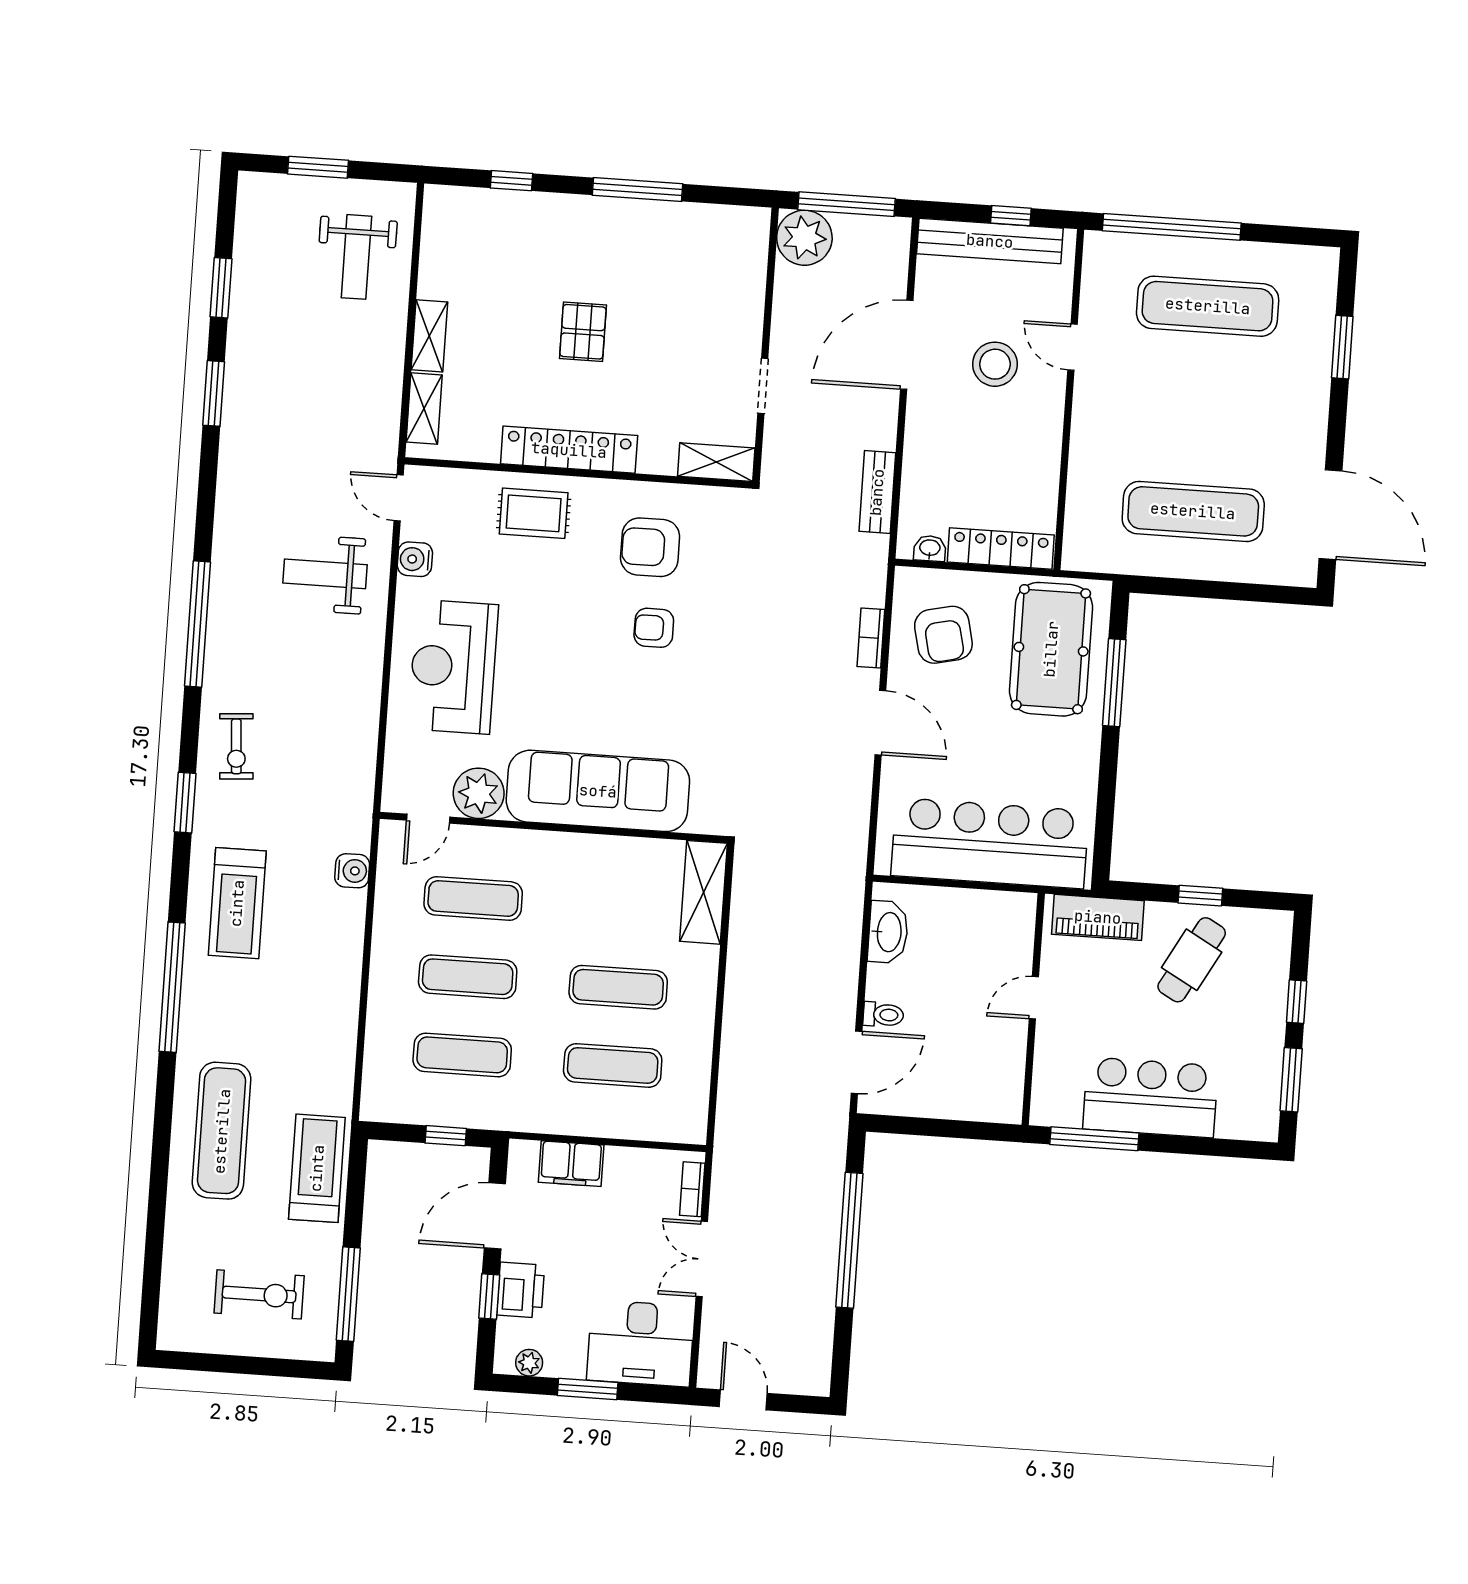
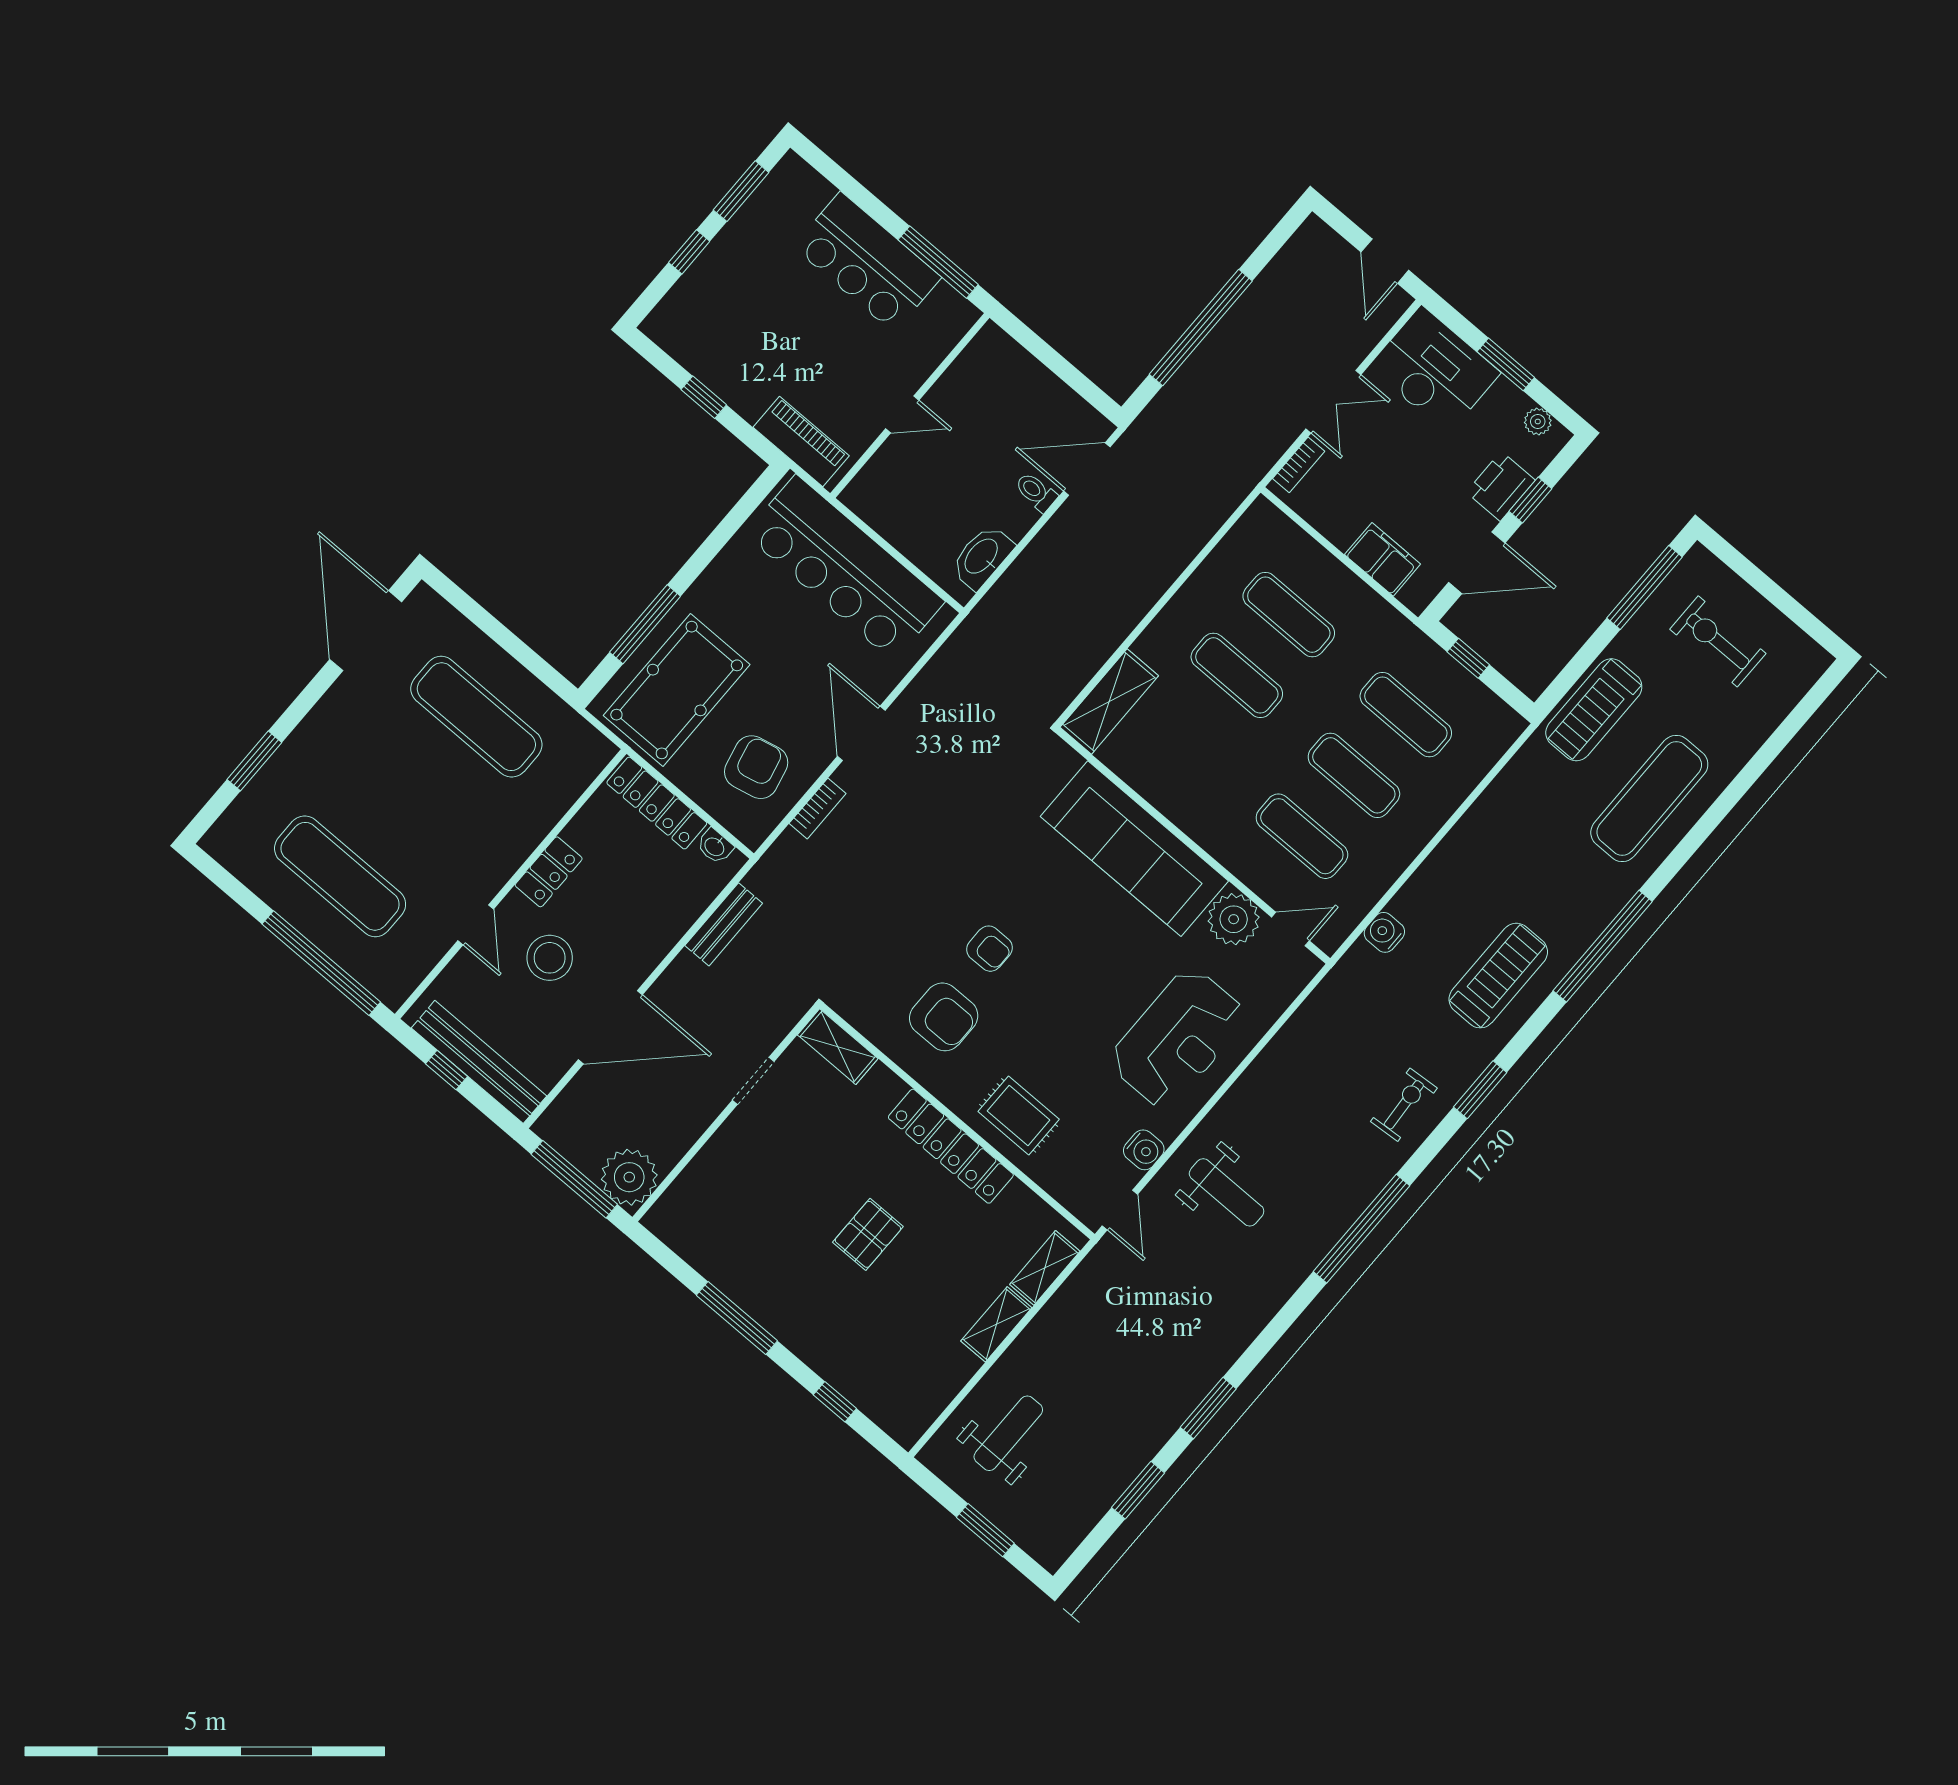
locker: (1046, 431) -> (549, 872), added
cafe table: (1192, 960) -> (750, 350), removed

